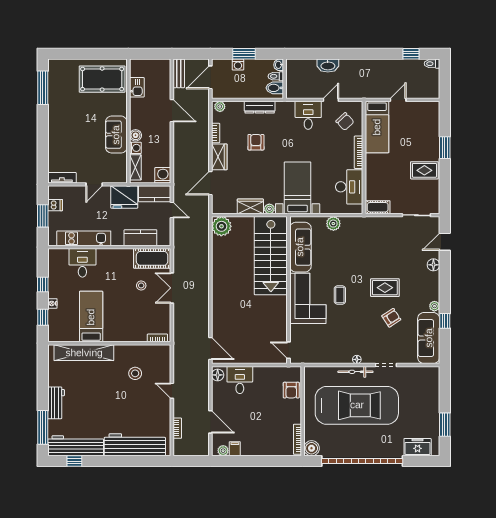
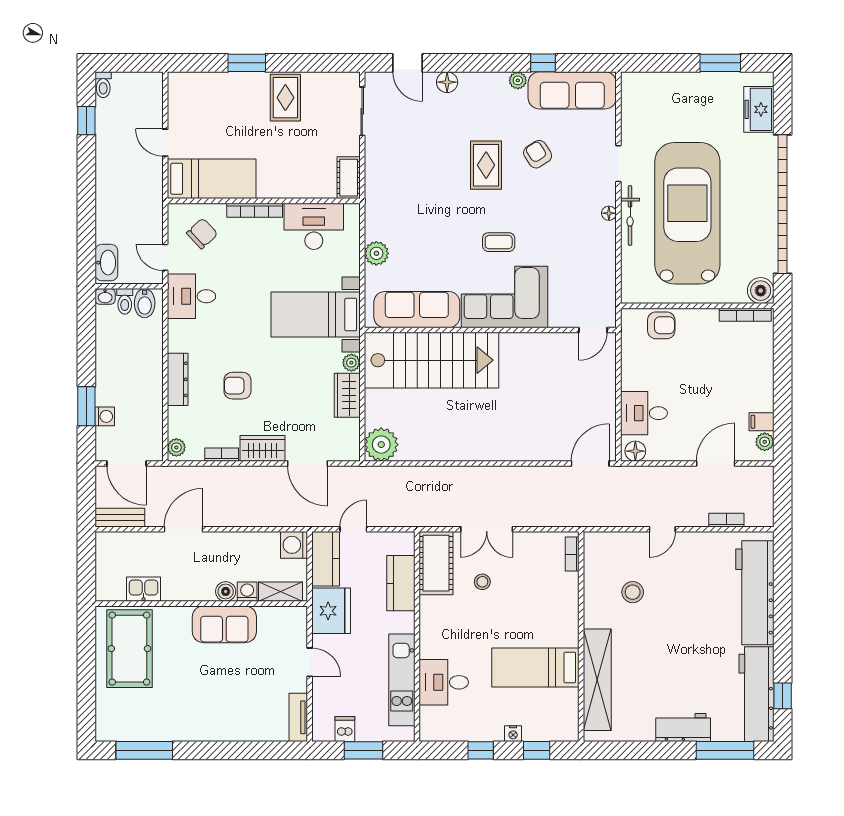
washbasin: (279, 65) -> (105, 296), moved
toilet: (276, 76) -> (125, 301), moved
wall: (285, 79) -> (129, 286), moved
bidet: (275, 88) -> (145, 303), moved

